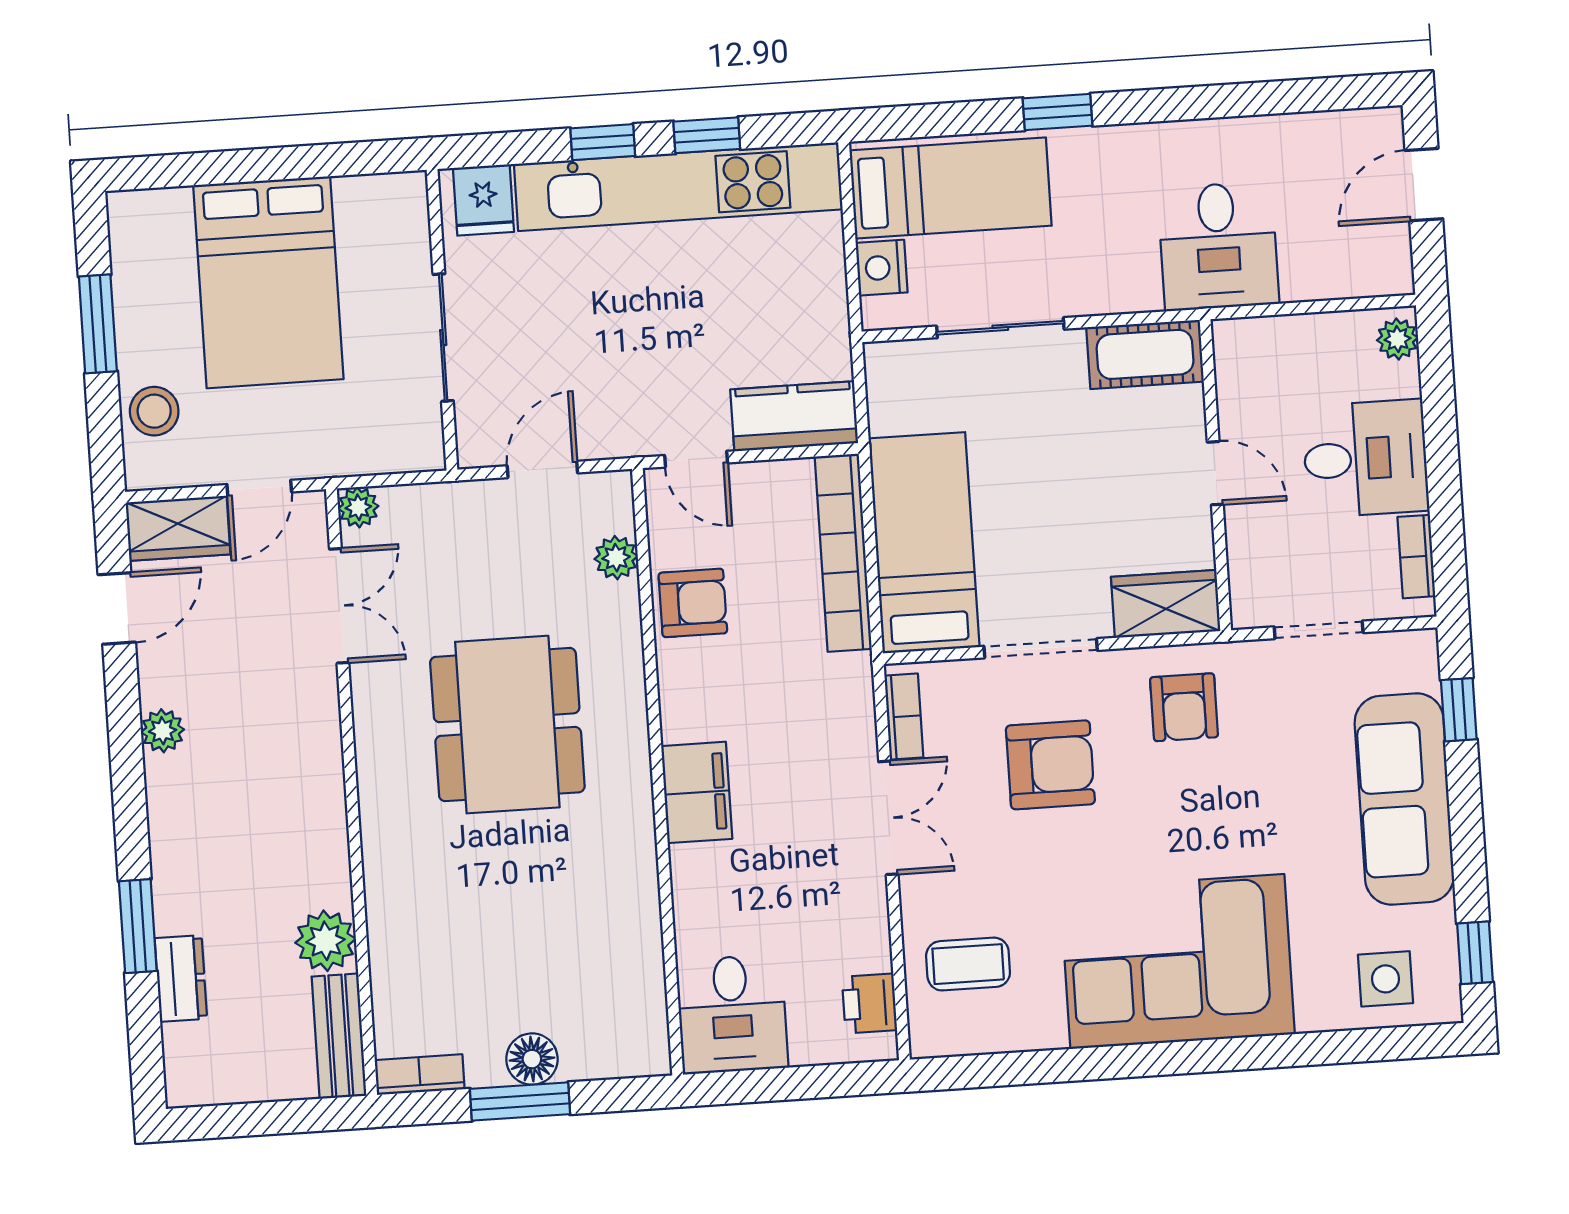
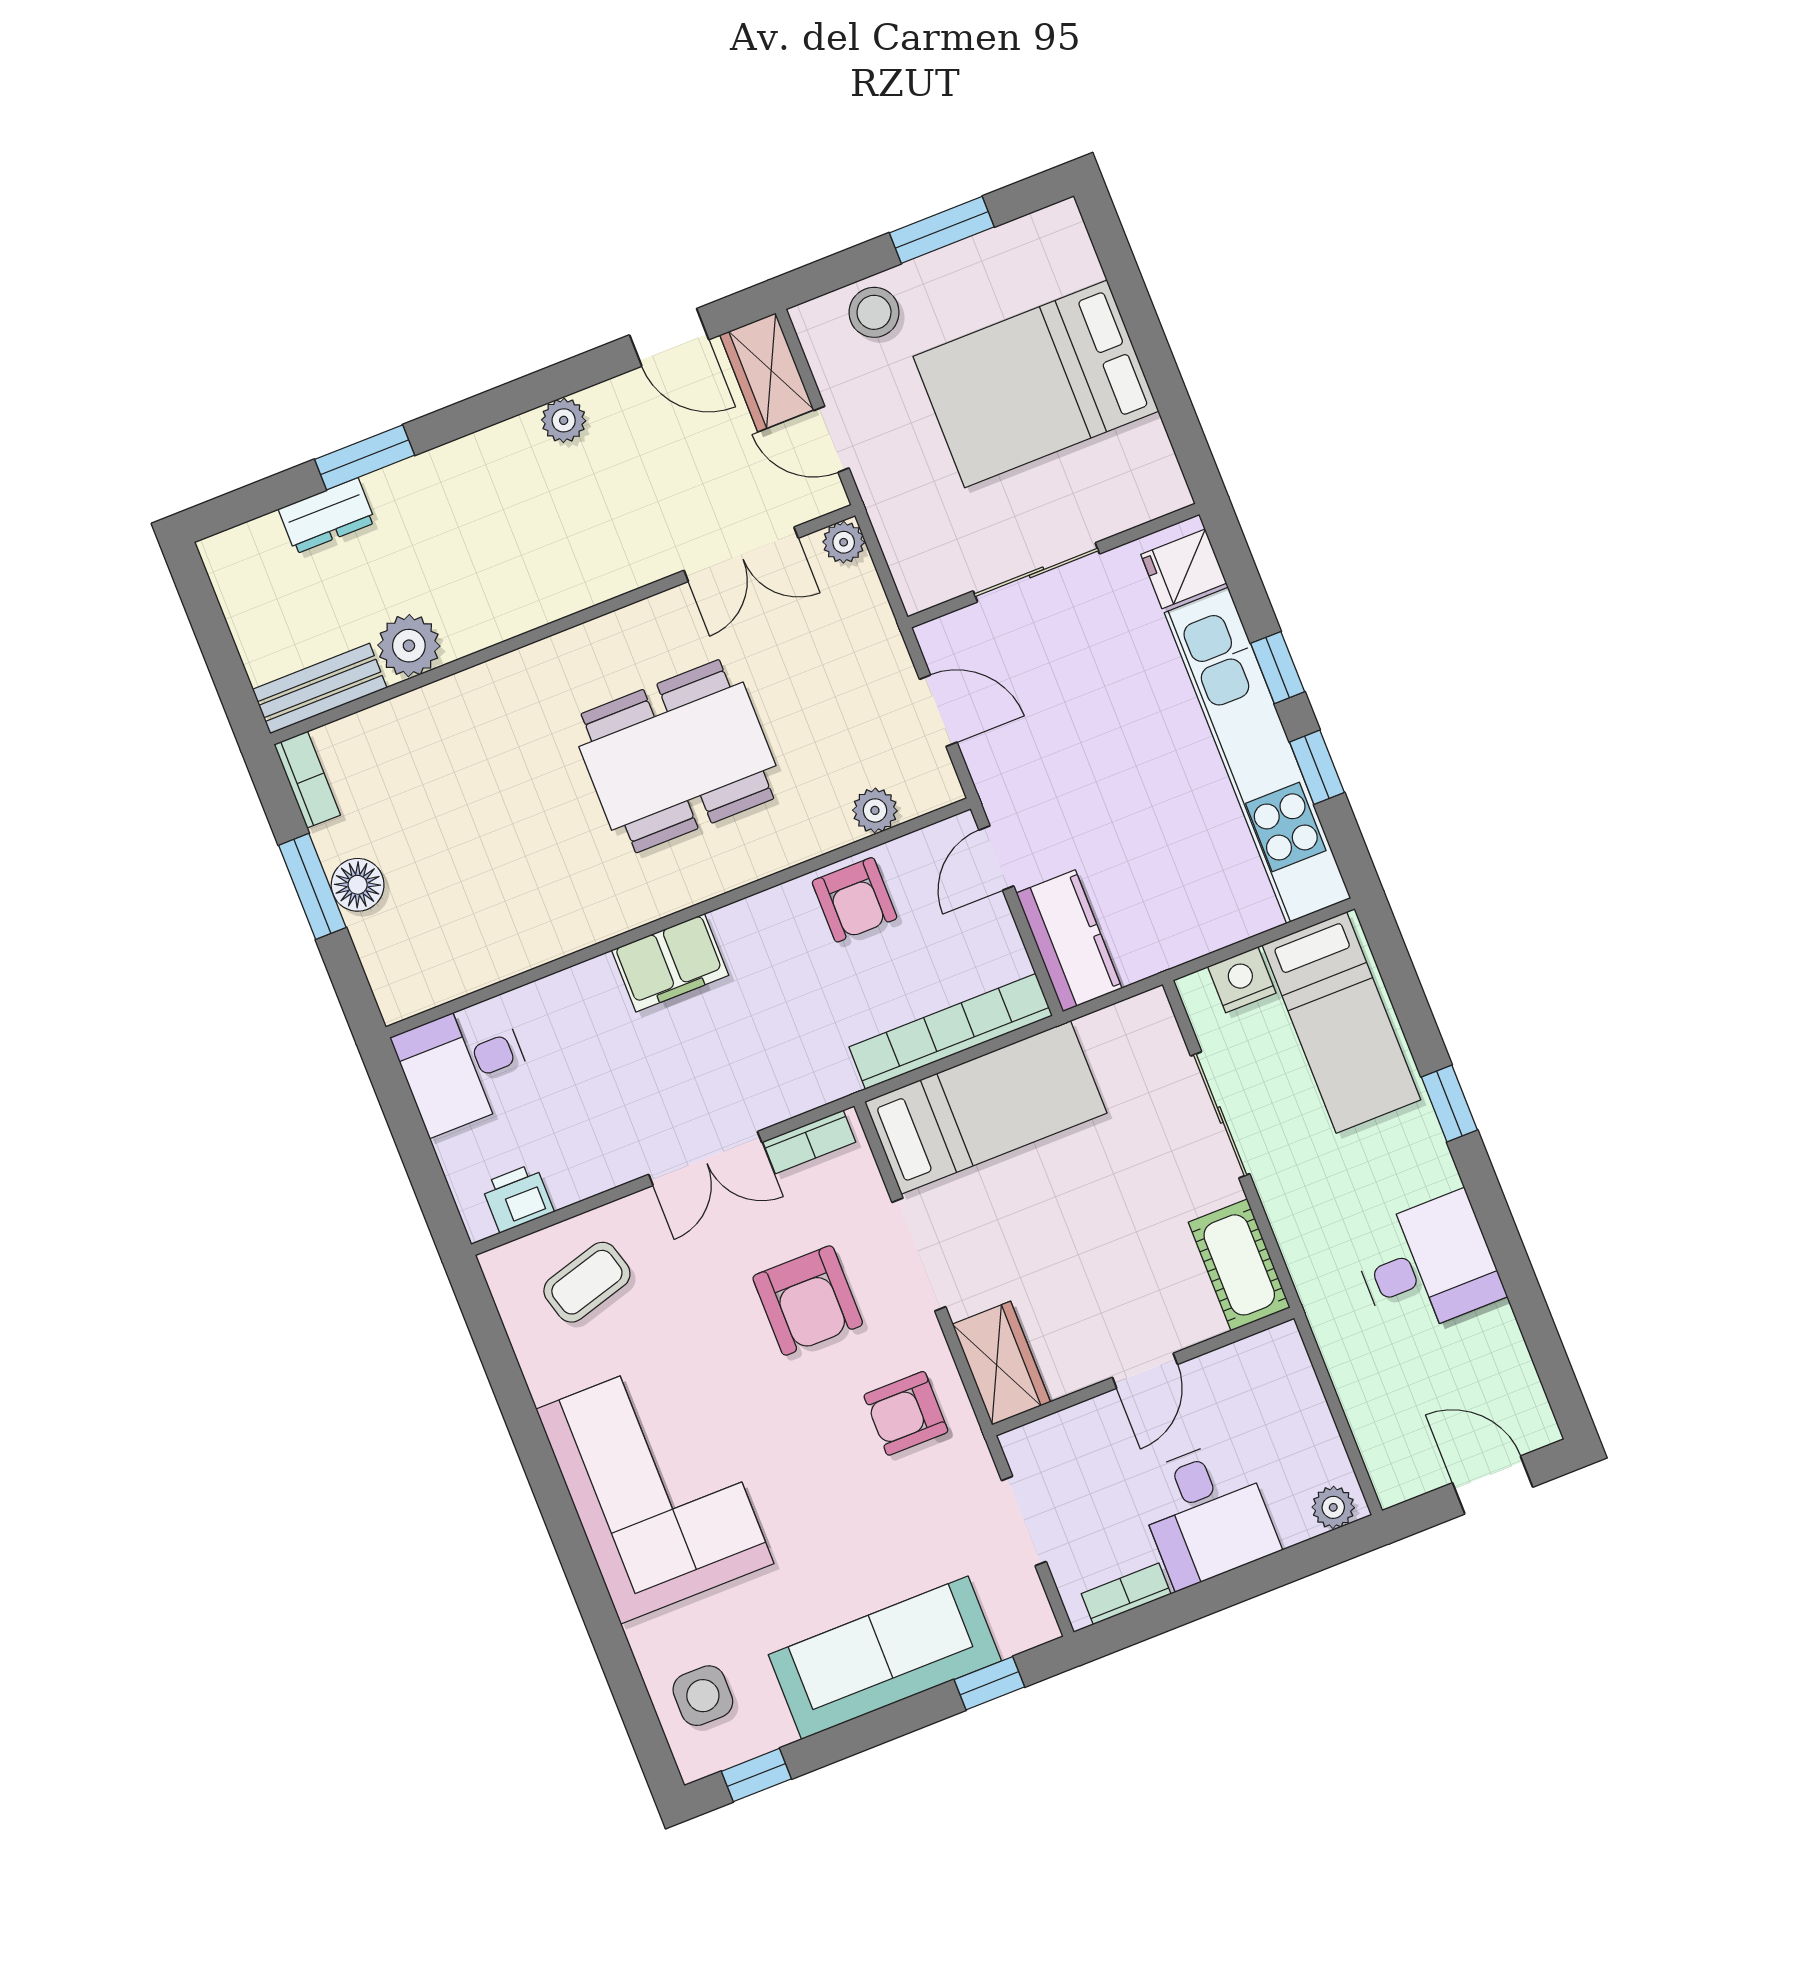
desk: (1218, 246) -> (1427, 1265), moved, turned 180
coffee table: (968, 964) -> (587, 1282), turned 74

